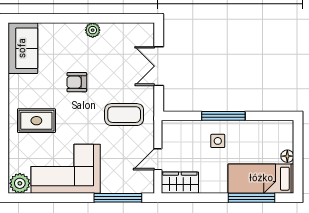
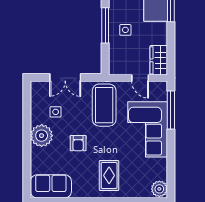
plant: (93, 30) -> (42, 136), width x1.87, depth x1.87
side table: (116, 54) -> (56, 112), added
coffee table: (124, 115) -> (104, 105), width x1.36, depth x1.32
corner sofa: (66, 169) -> (148, 129), moved

